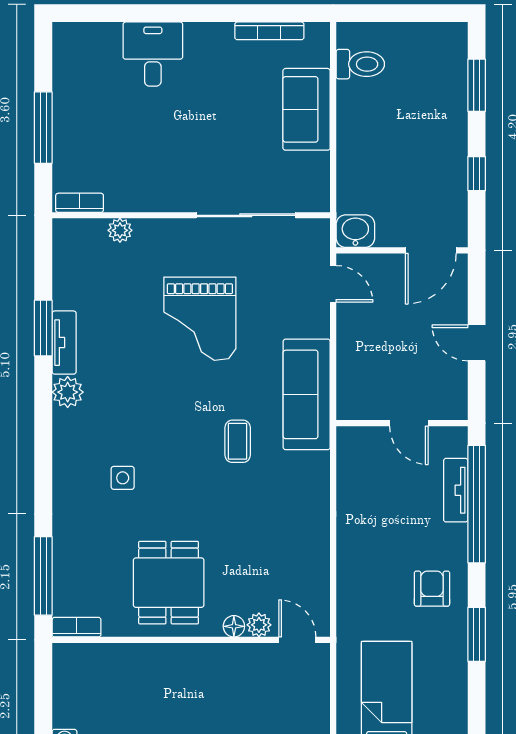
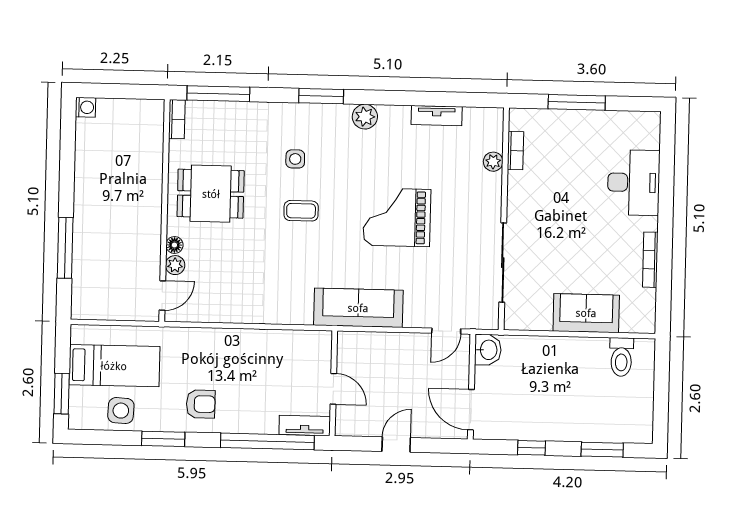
bookcase: (269, 31) -> (650, 260), moved
desk: (153, 54) -> (634, 183), width x1.37
bookcase: (80, 203) -> (515, 151), moved
grand piano: (200, 319) -> (397, 217), moved
window: (43, 328) -> (321, 96), moved
tv unit: (64, 343) -> (437, 116), moved
door: (409, 423) -> (333, 389), swing flipped
coffee table: (238, 441) -> (301, 211), moved
tv unit: (456, 490) -> (305, 426), moved
side table: (443, 688) -> (121, 411), added

